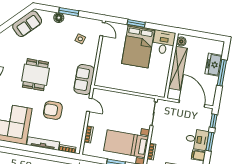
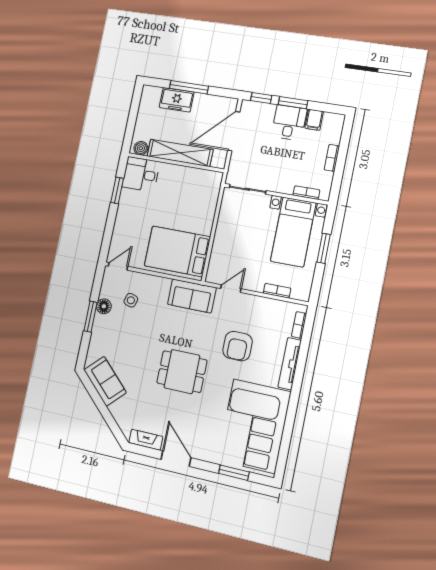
floor lamp: (59, 18) -> (104, 306), moved
window: (136, 23) -> (117, 190), moved
bed: (138, 46) -> (177, 251), moved, turned 180

